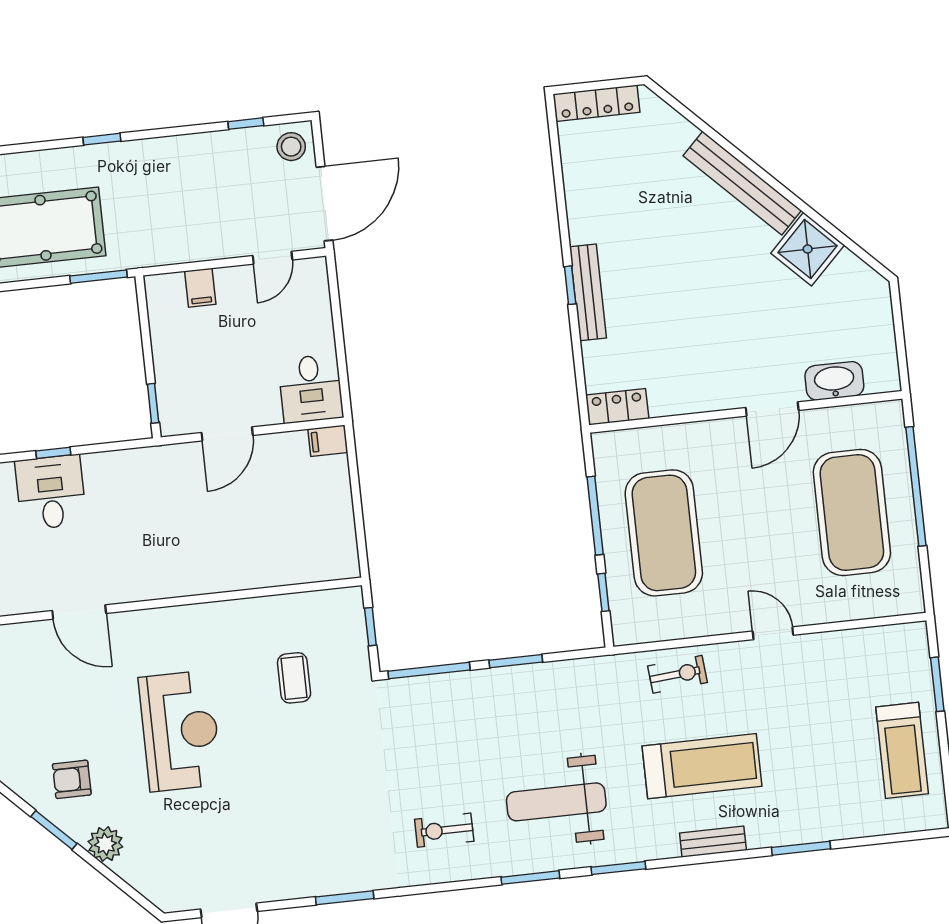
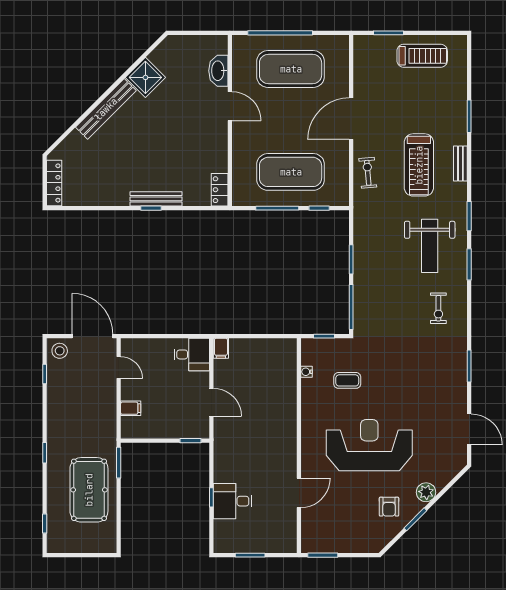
water cooler: (302, 602) -> (307, 372), added
door: (773, 633) -> (351, 119), width x1.87
reception desk: (180, 731) -> (369, 445), width x1.36, depth x1.30
treadmill: (702, 766) -> (419, 165), turned 180

